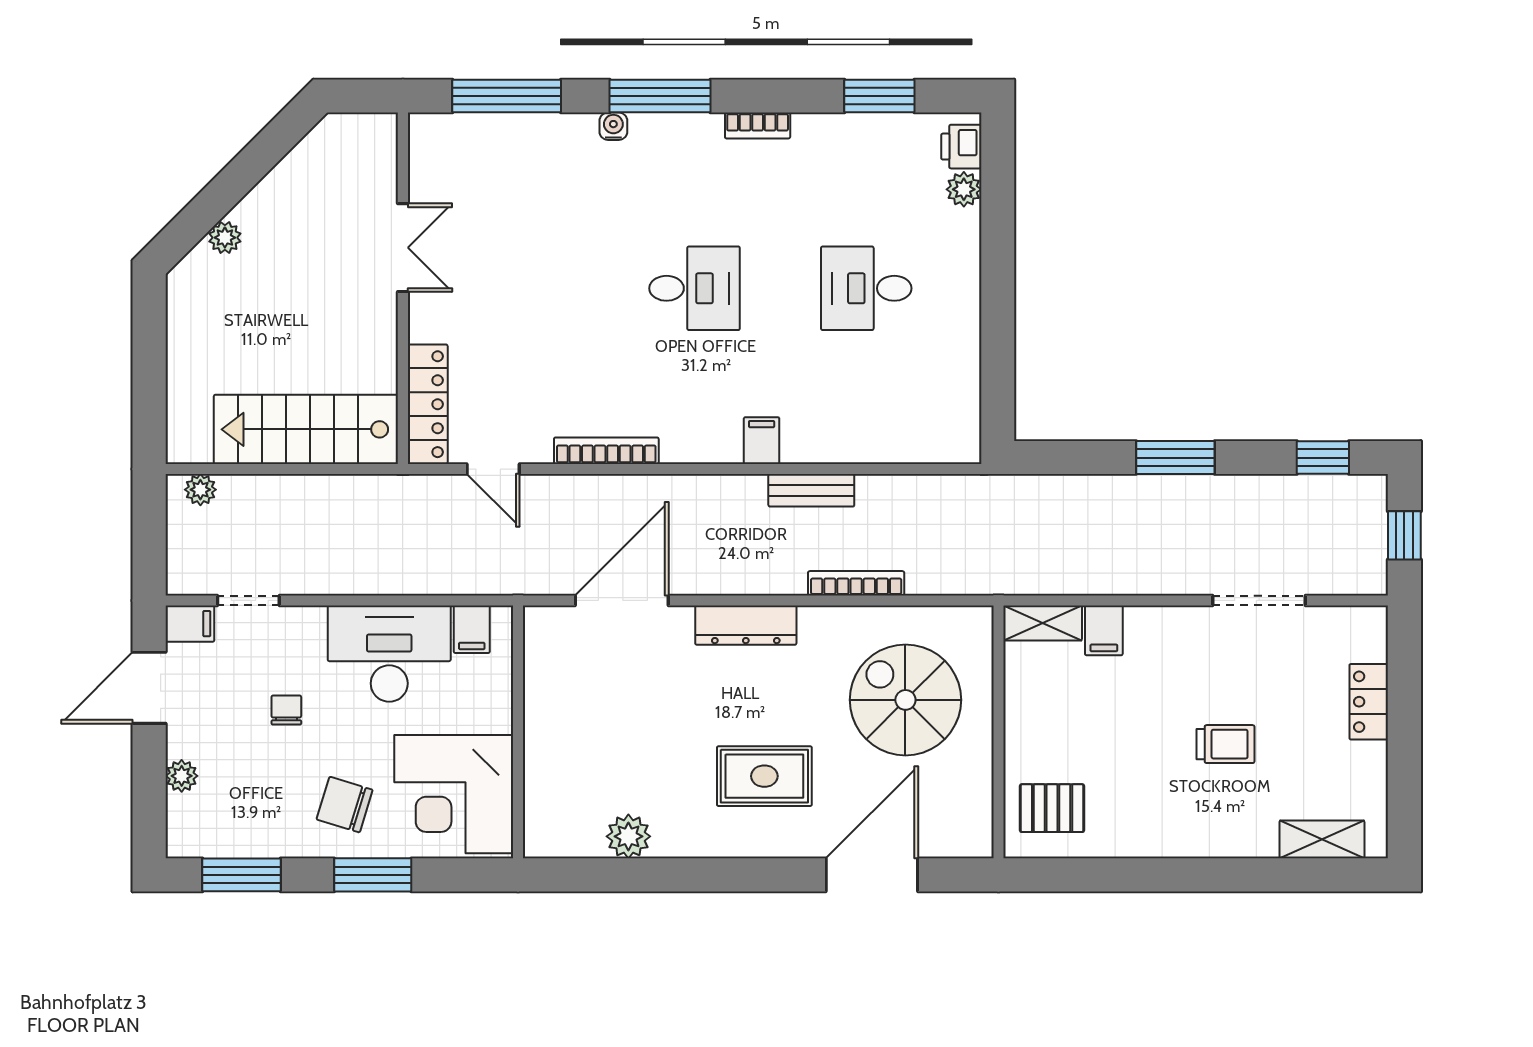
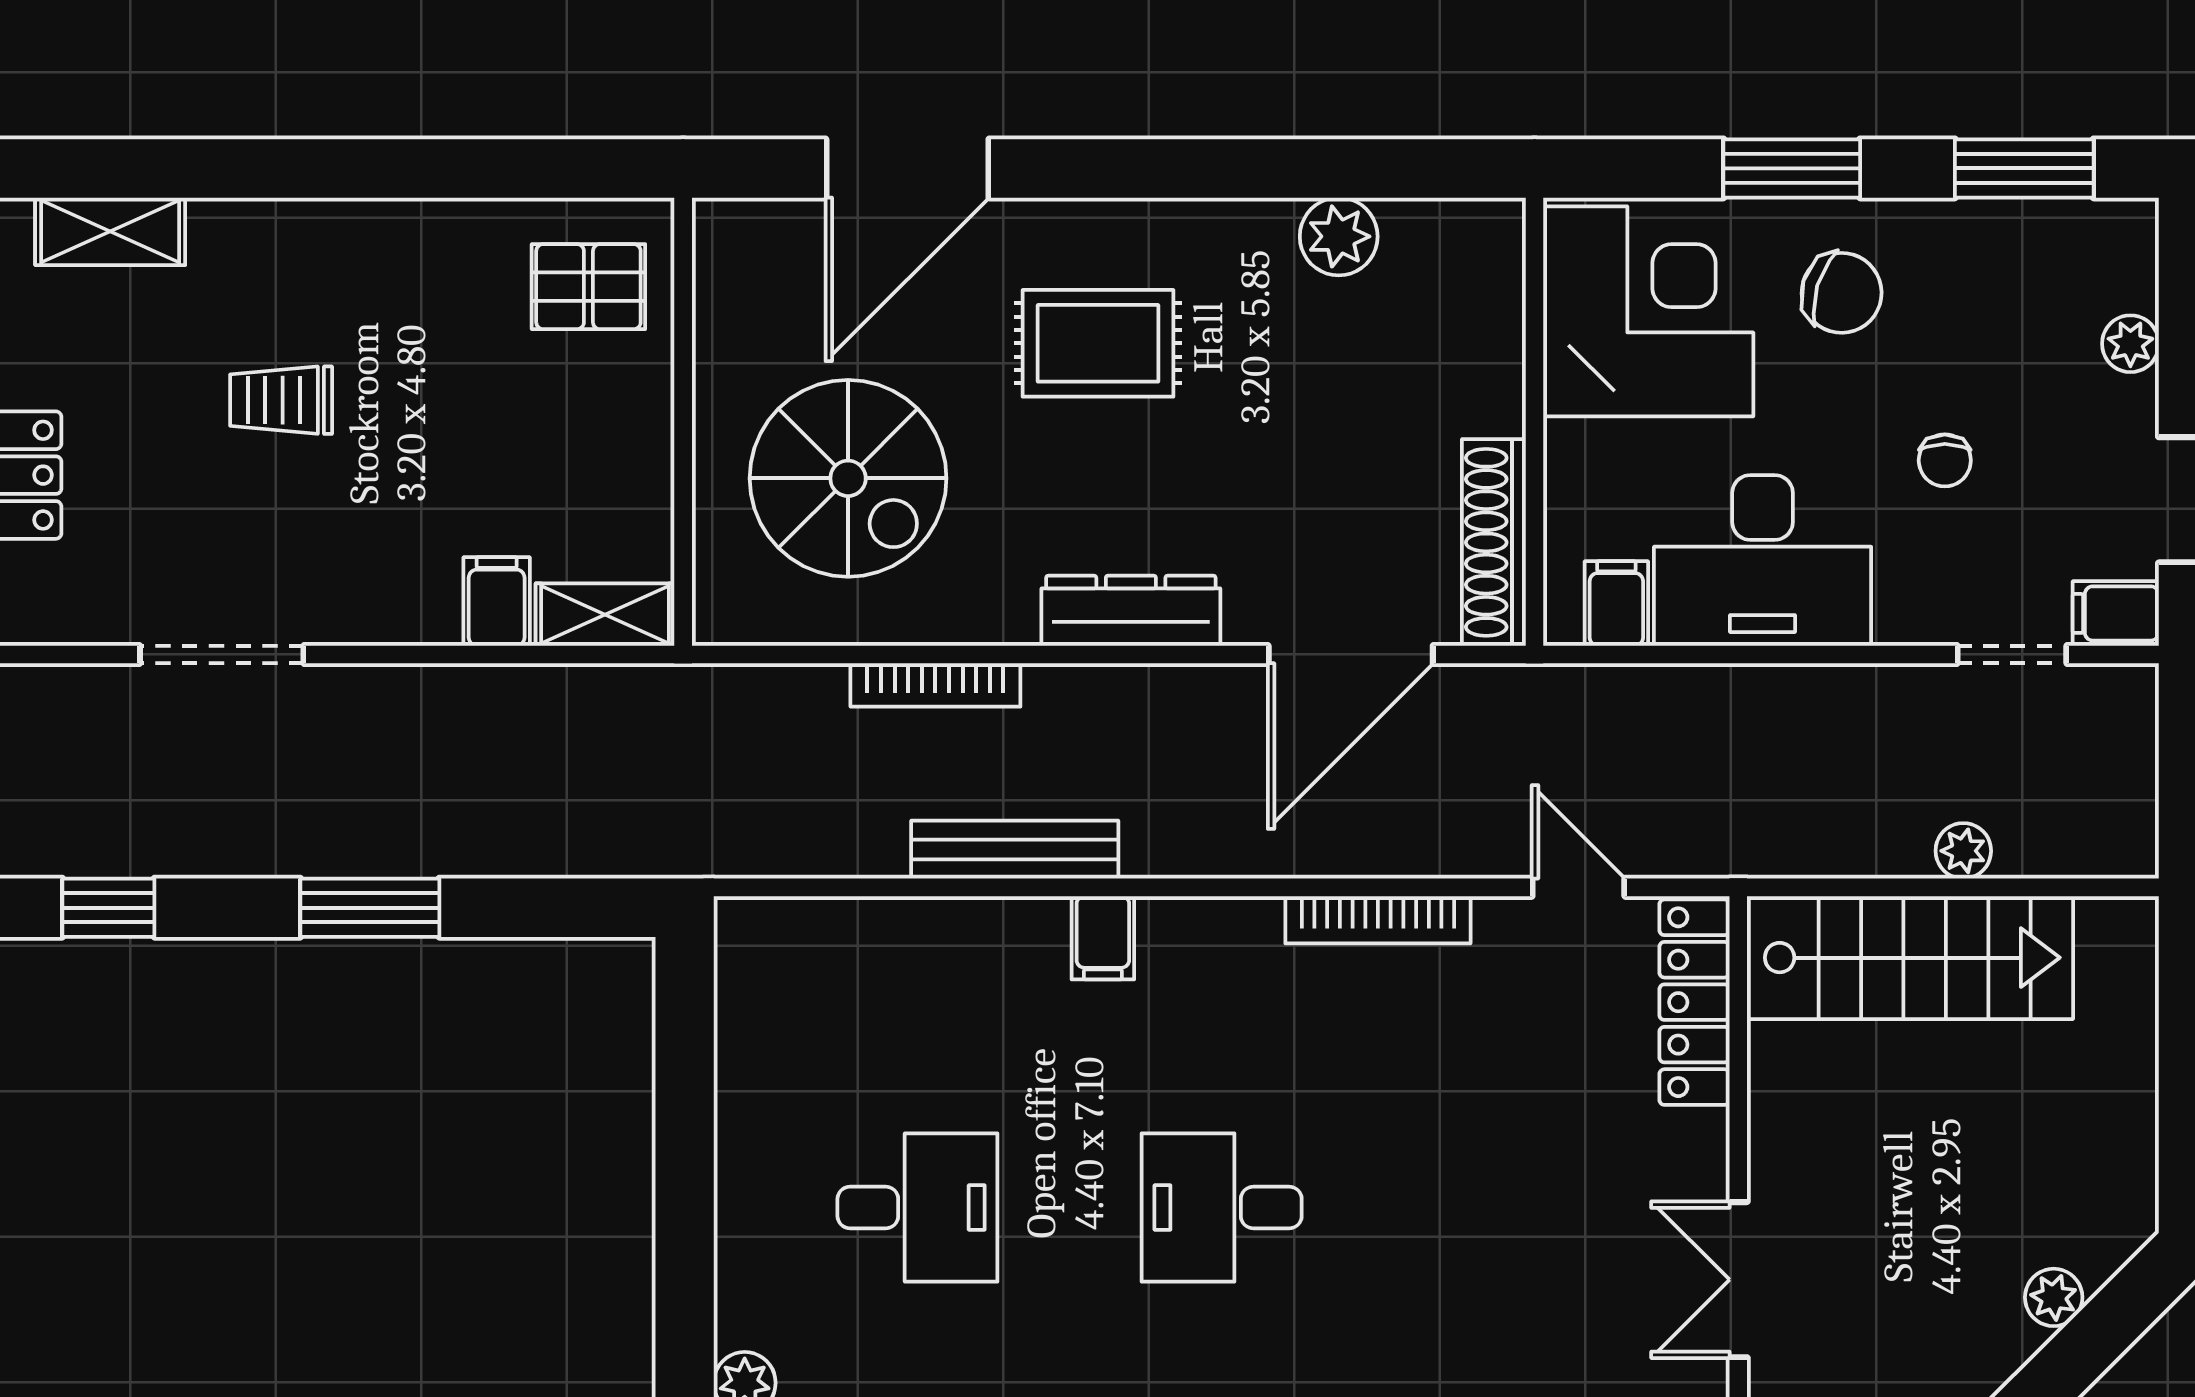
plant: (200, 490) -> (1963, 851), moved
bench: (811, 490) -> (1015, 850), width x1.36
shoe rack: (541, 664) -> (1494, 542), added

